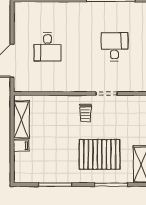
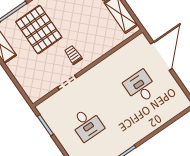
pallet: (100, 154) -> (39, 30), turned 90

